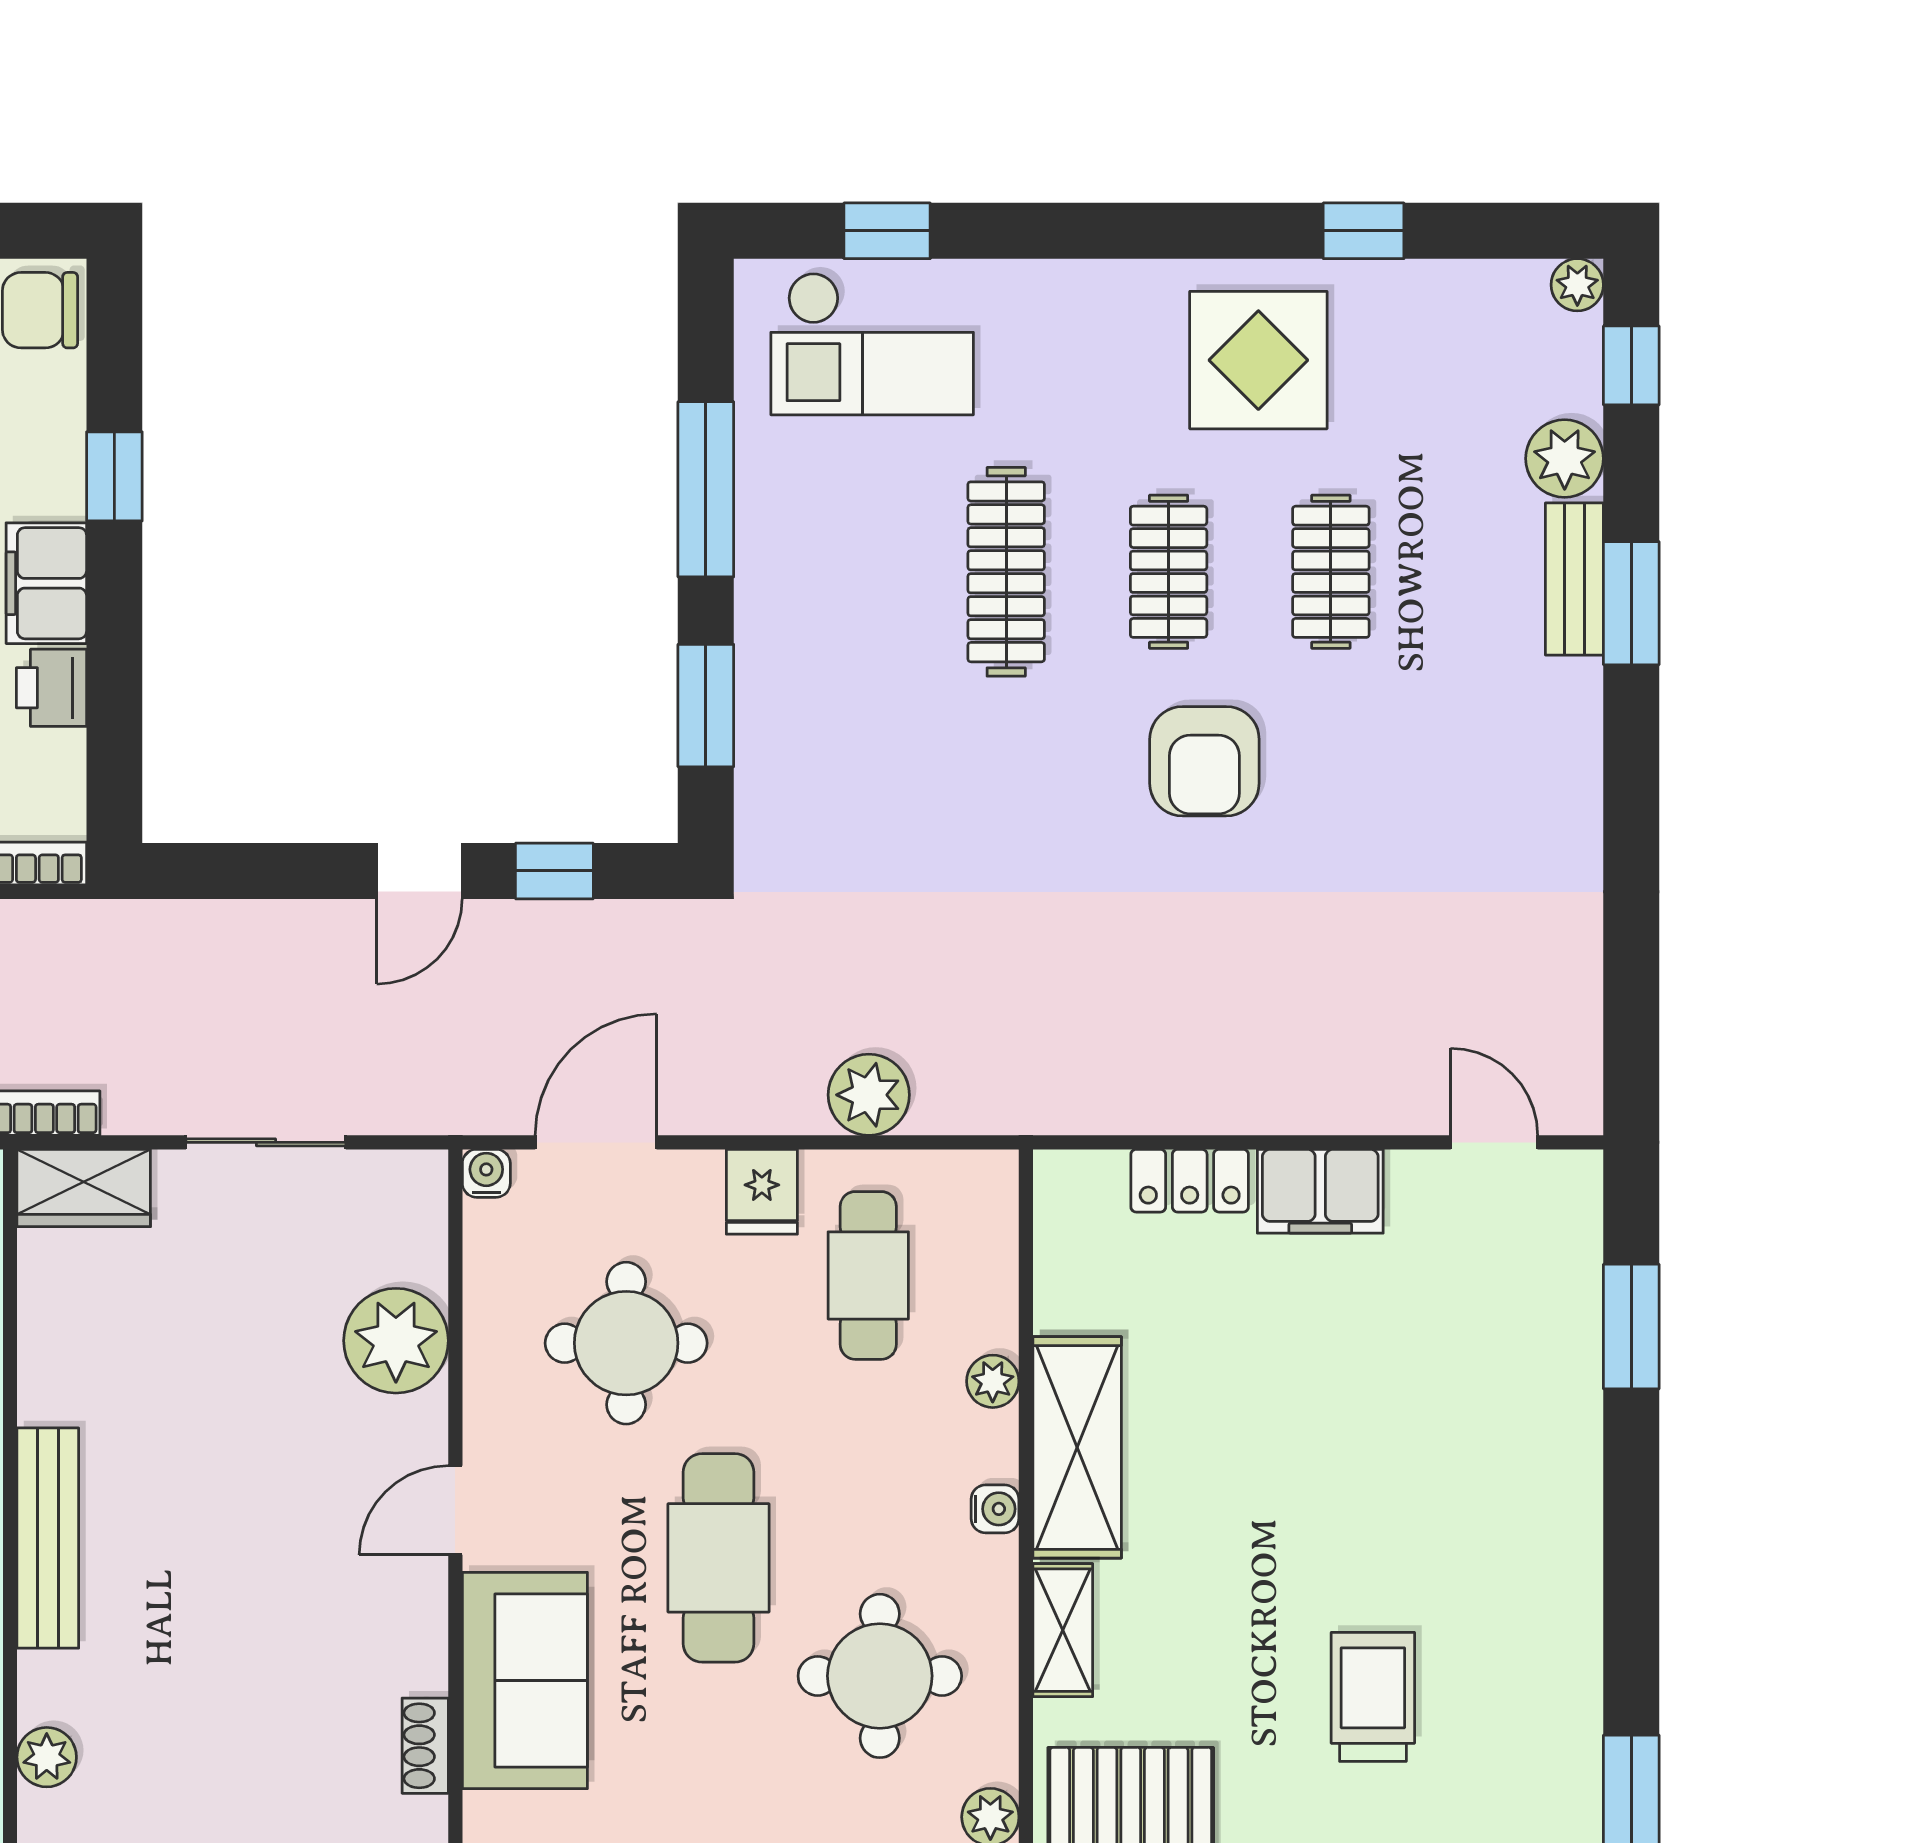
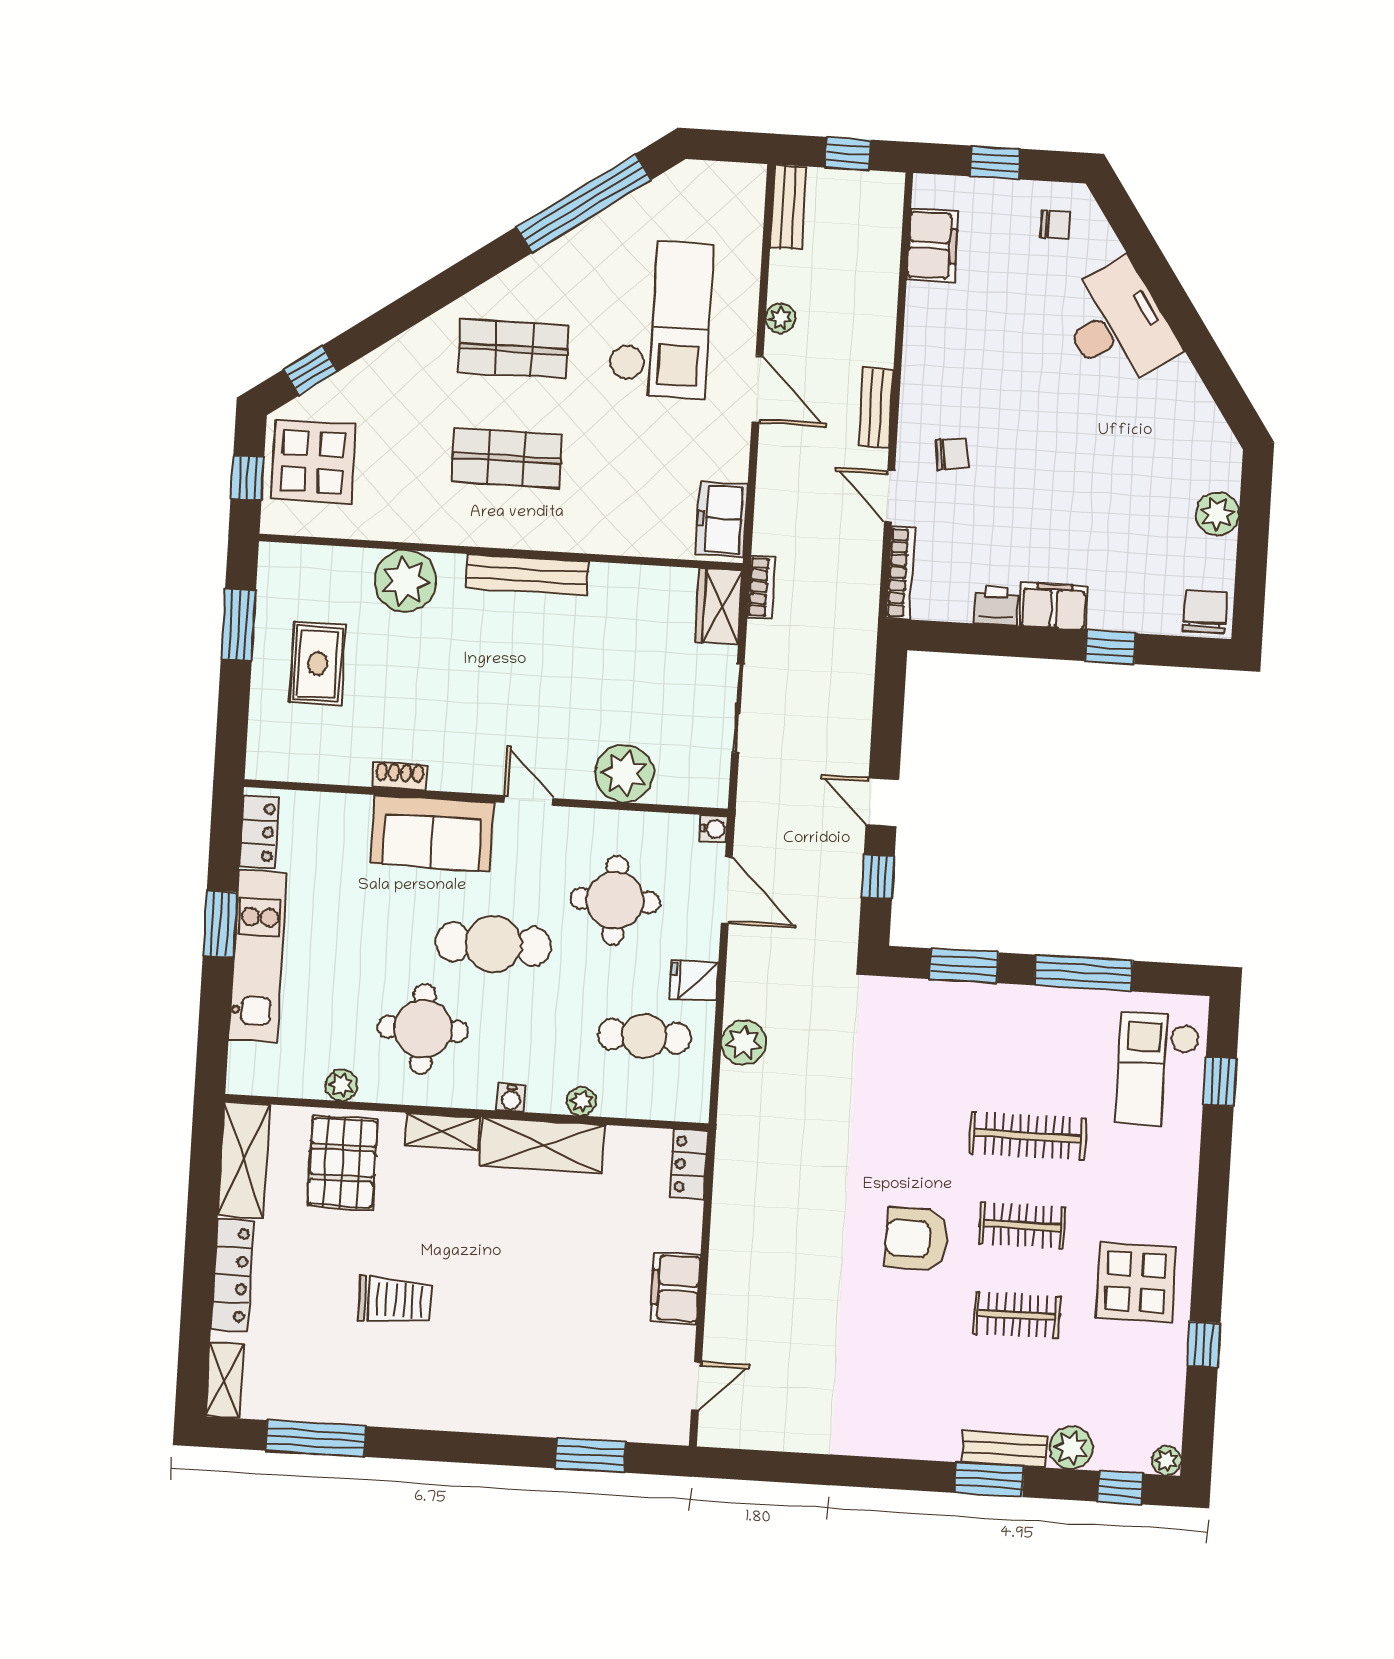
locker: (1190, 1181) -> (689, 1164), moved
plant: (47, 1757) -> (405, 581), width x1.88, depth x1.88

